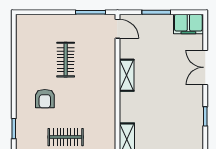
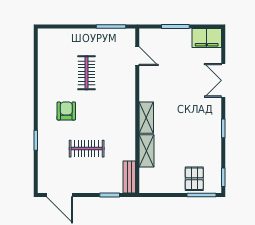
door: (117, 29) -> (137, 56), moved
shelving: (127, 75) -> (146, 118), moved
armchair: (45, 99) -> (66, 111), turned 180

